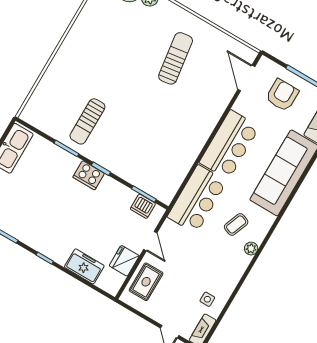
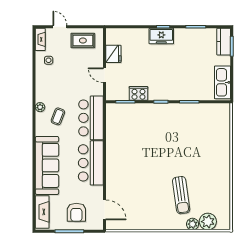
sun lounger: (176, 58) -> (181, 195), moved
sun lounger: (87, 121) -> (186, 126), removed
cooker: (89, 175) -> (138, 93), moved
dishwasher: (143, 206) -> (122, 94), removed
freezer: (84, 266) -> (161, 36), moved
rug: (146, 282) -> (83, 41), moved, turned 90

